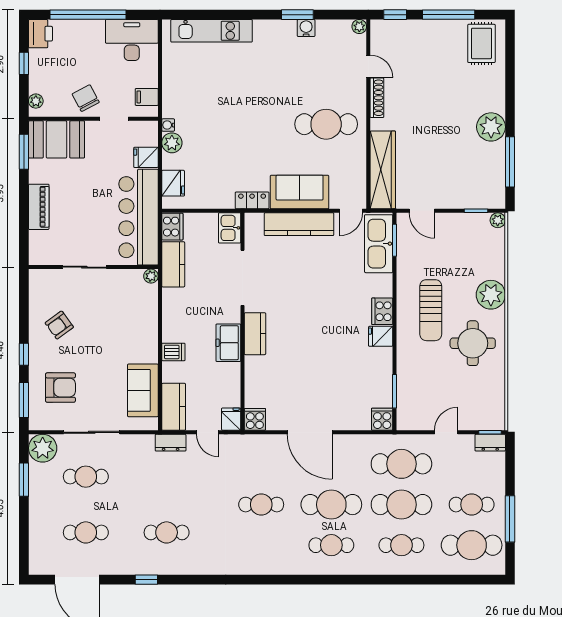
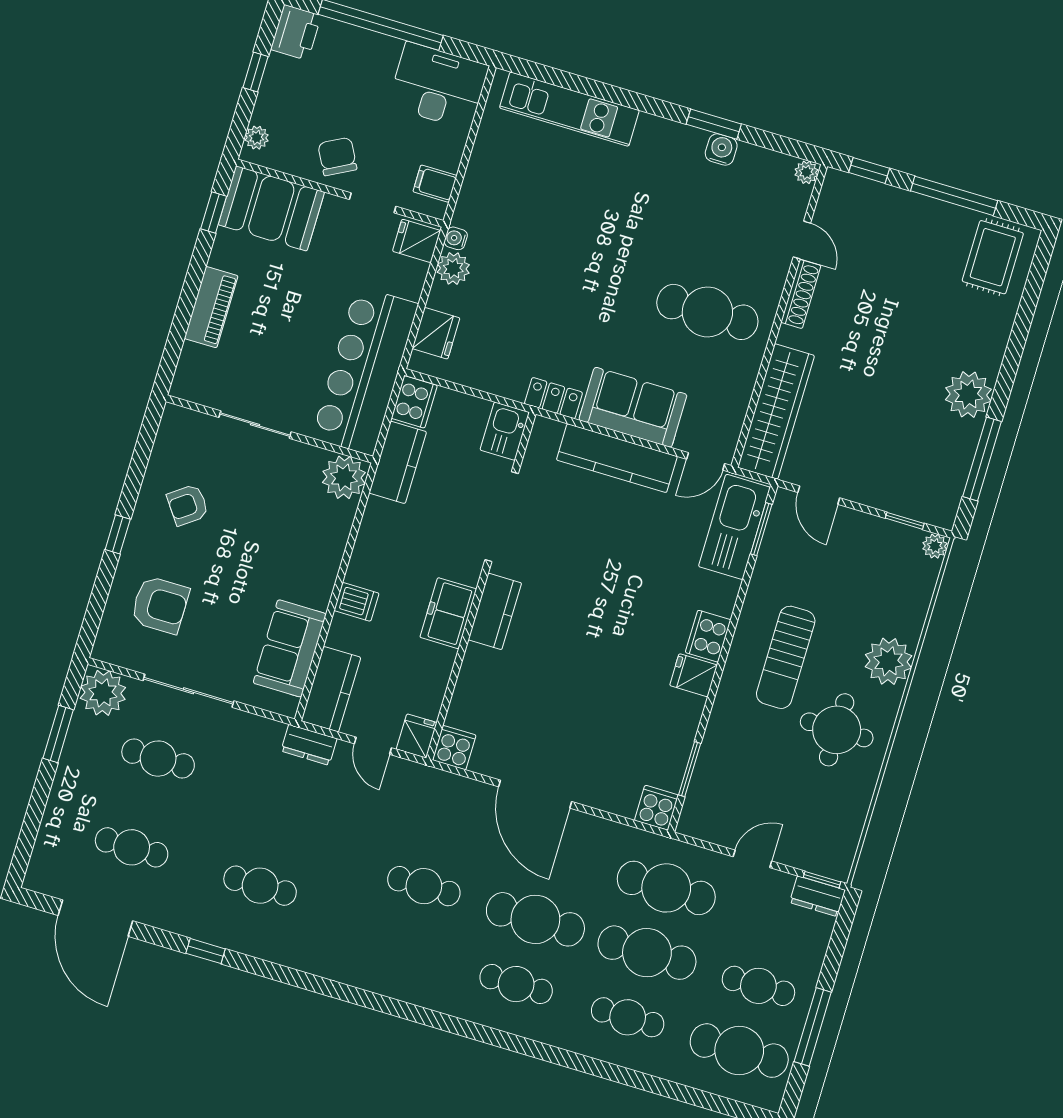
window: (24, 152) -> (214, 213), width x0.67
fridge: (146, 157) -> (417, 241), moved
plant: (151, 276) -> (344, 477), width x1.87, depth x1.87
window: (24, 400) -> (96, 607), removed

